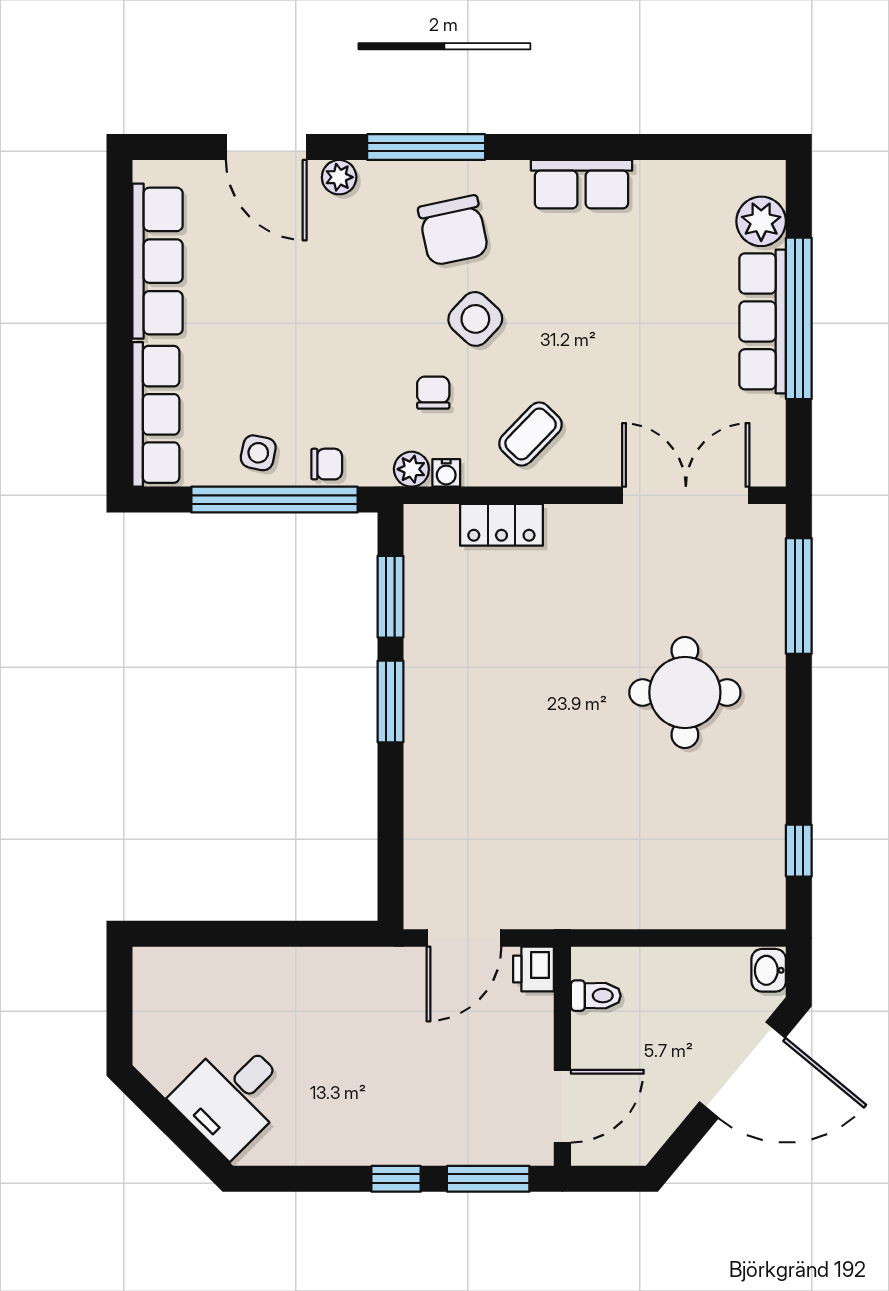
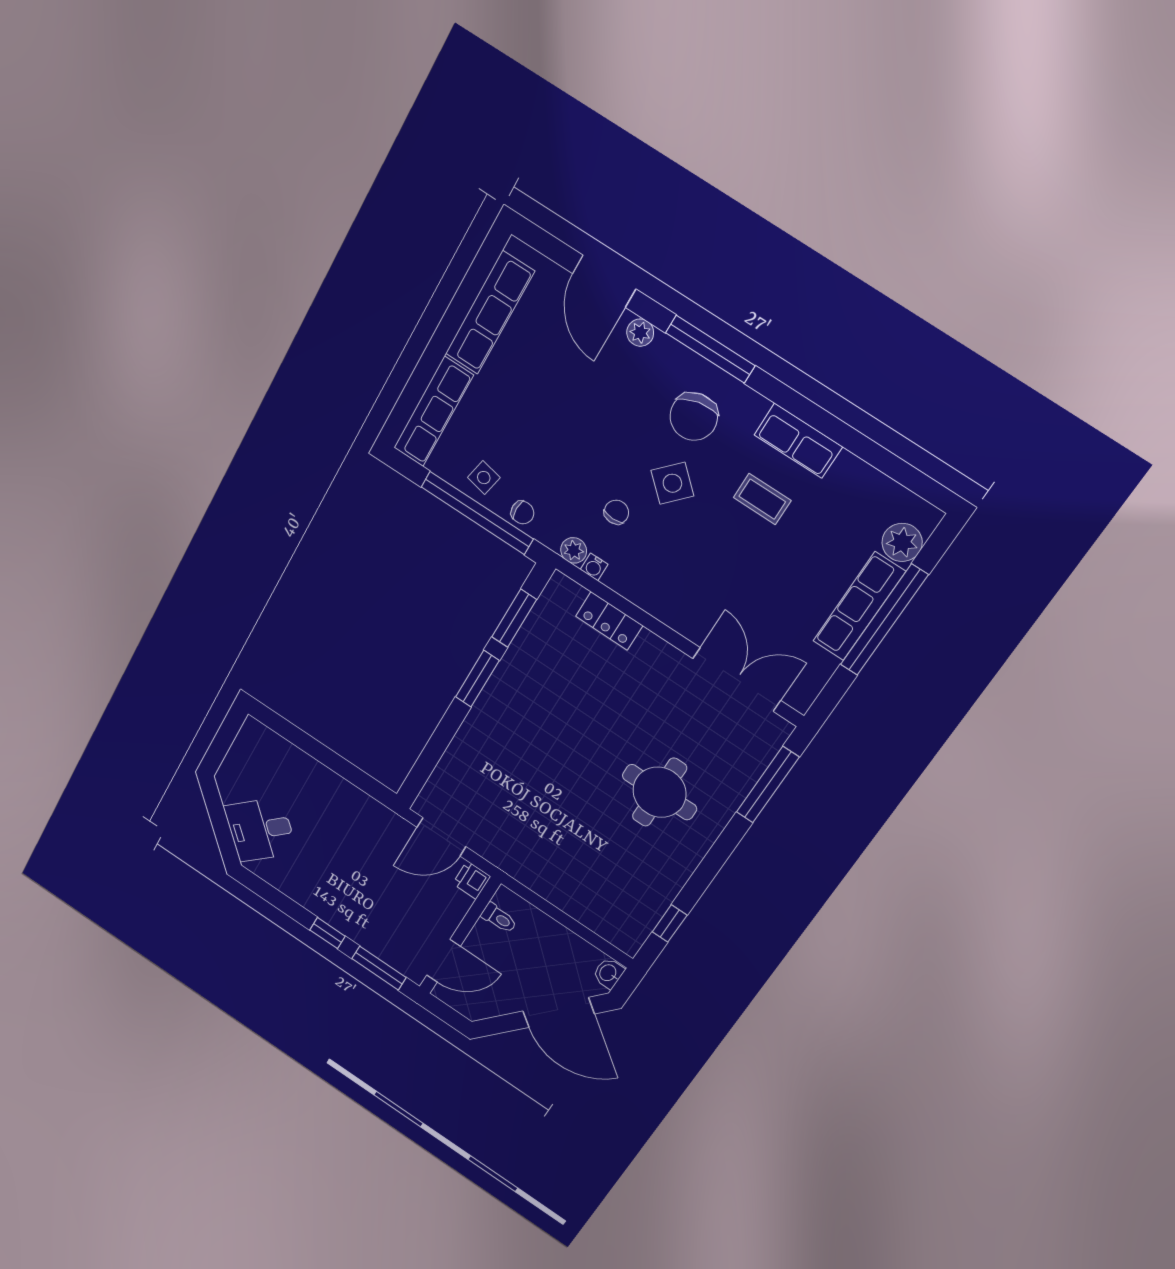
coffee table: (531, 434) -> (762, 499), moved, turned 46

